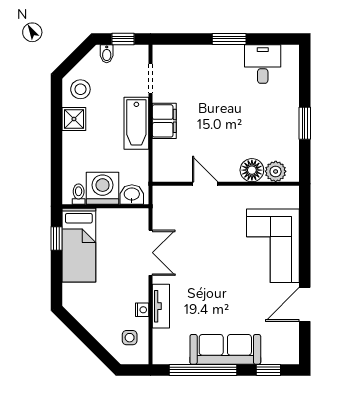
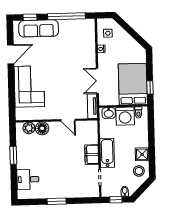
desk: (263, 64) -> (28, 179), moved, turned 90
bed: (79, 245) -> (133, 84), width x1.50
tv unit: (161, 306) -> (92, 106), moved
sofa: (225, 349) -> (39, 28), moved

